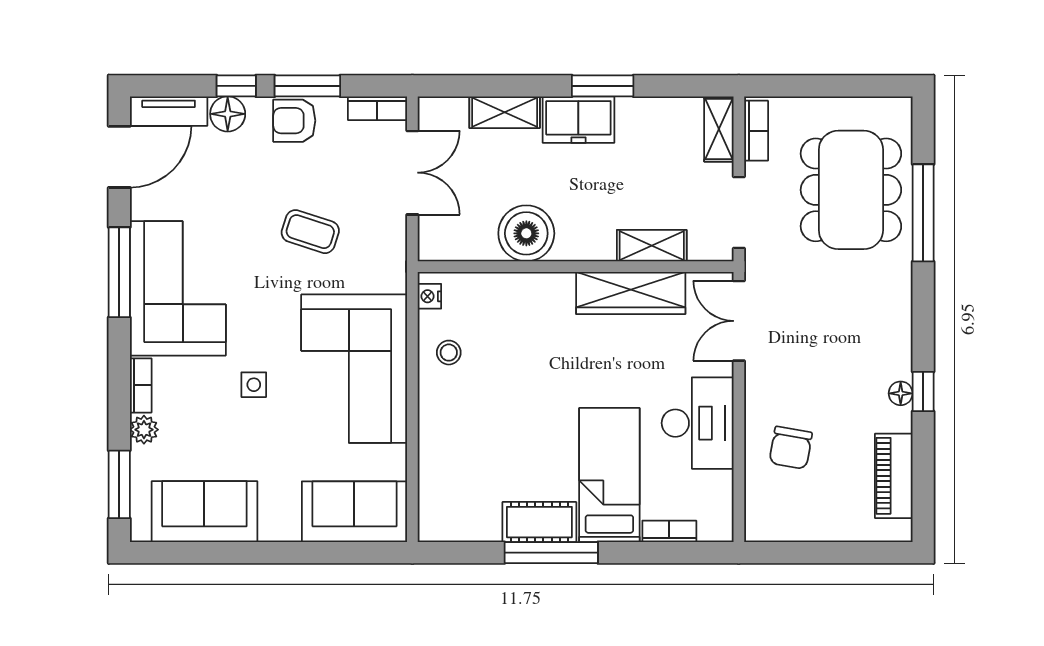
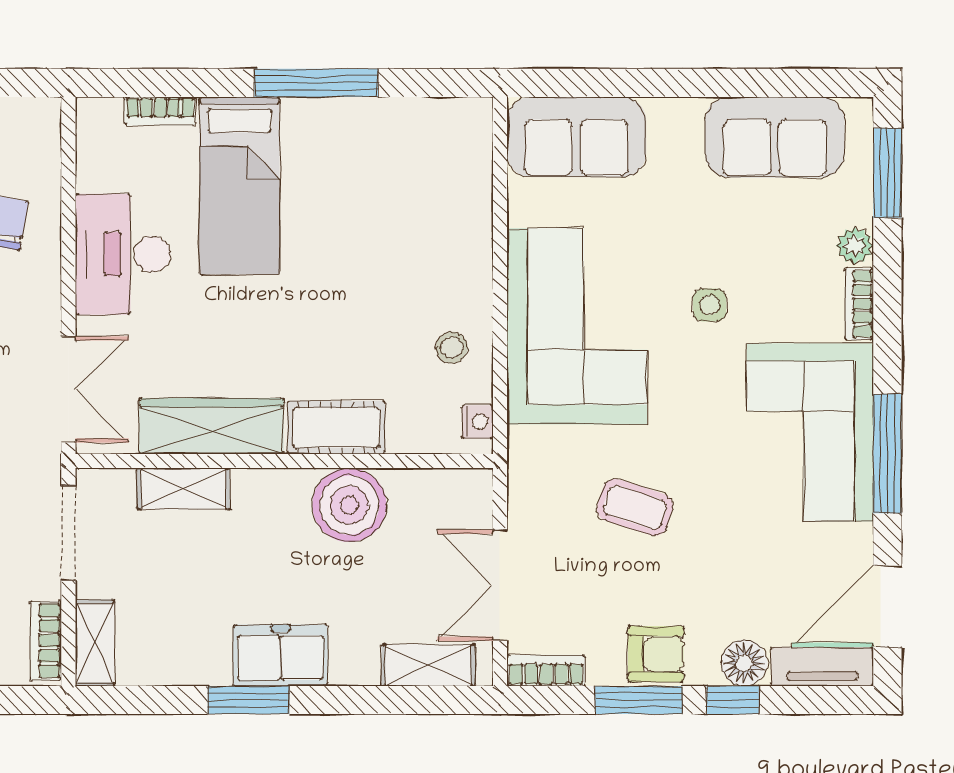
shelving: (505, 112) -> (428, 665), moved
cot: (539, 522) -> (336, 427), moved

